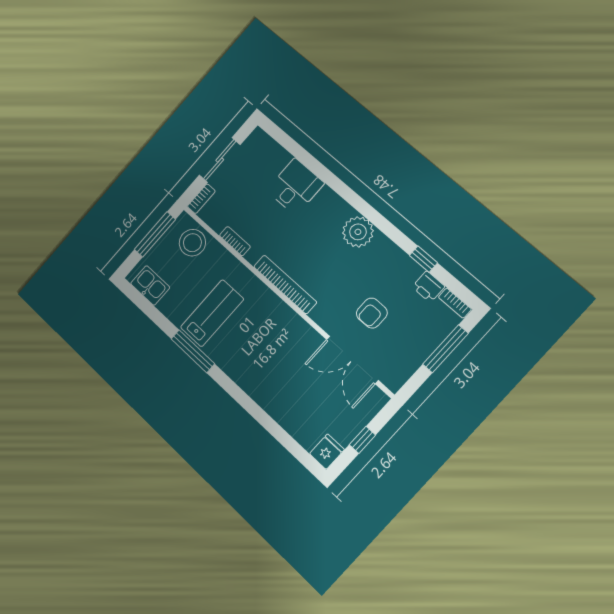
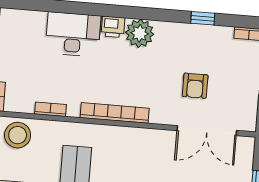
desk: (295, 187) -> (73, 34), width x1.37
printer: (428, 287) -> (113, 27), moved

